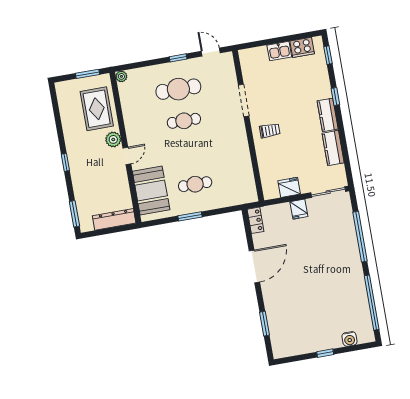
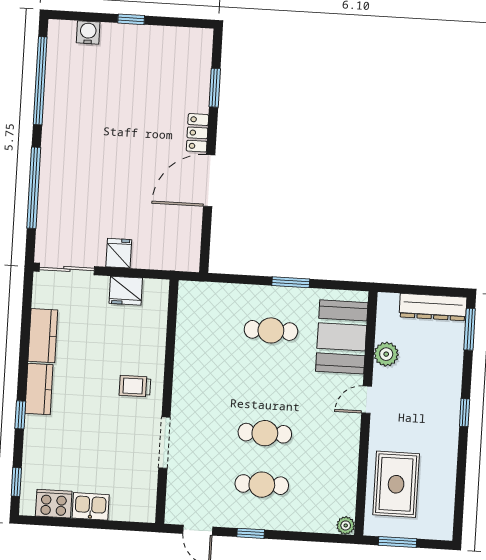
cafe table: (178, 89) -> (262, 485), width x0.73, depth x0.74
plant: (113, 139) -> (386, 354), moved
dresser: (114, 219) -> (433, 307), moved
locker: (255, 220) -> (197, 133), moved

